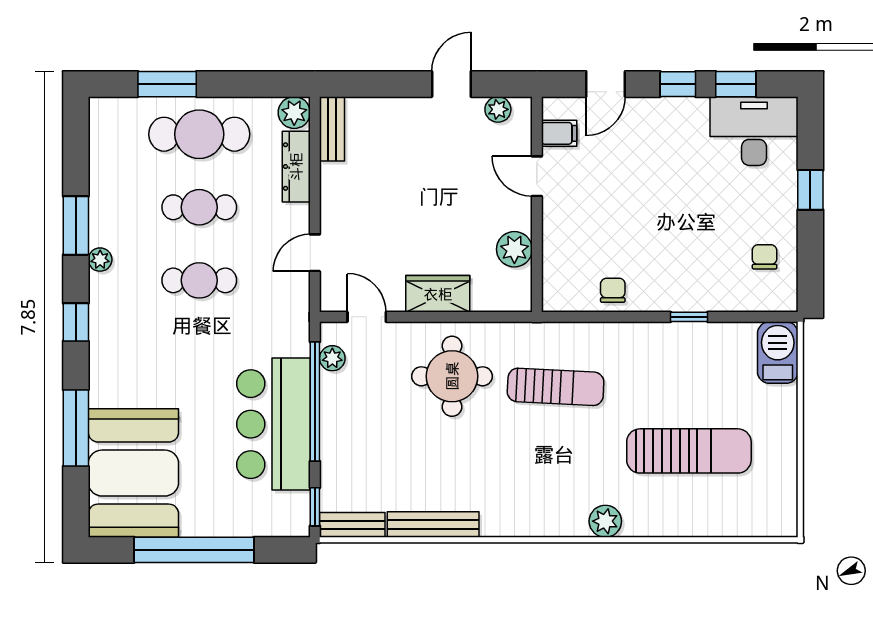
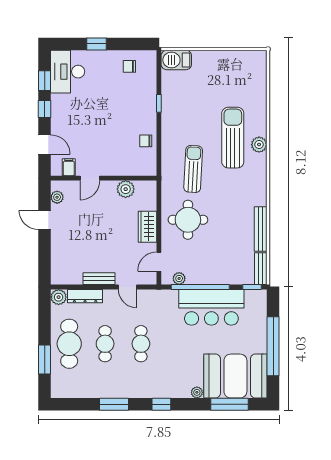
bench: (332, 129) -> (99, 279), moved
plant: (100, 260) -> (197, 392), moved
window: (76, 428) -> (230, 404), moved
sun lounger: (689, 451) -> (233, 138), moved

